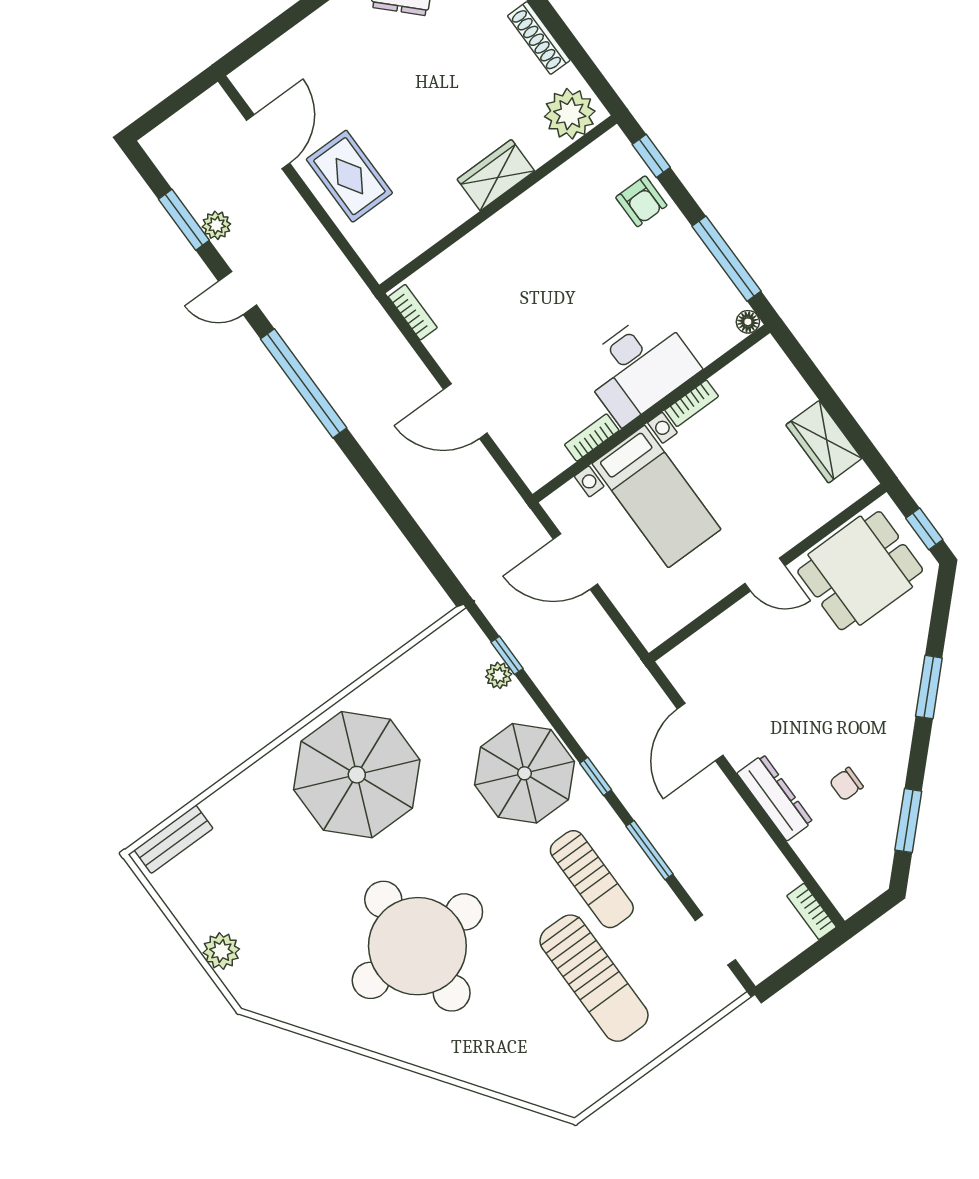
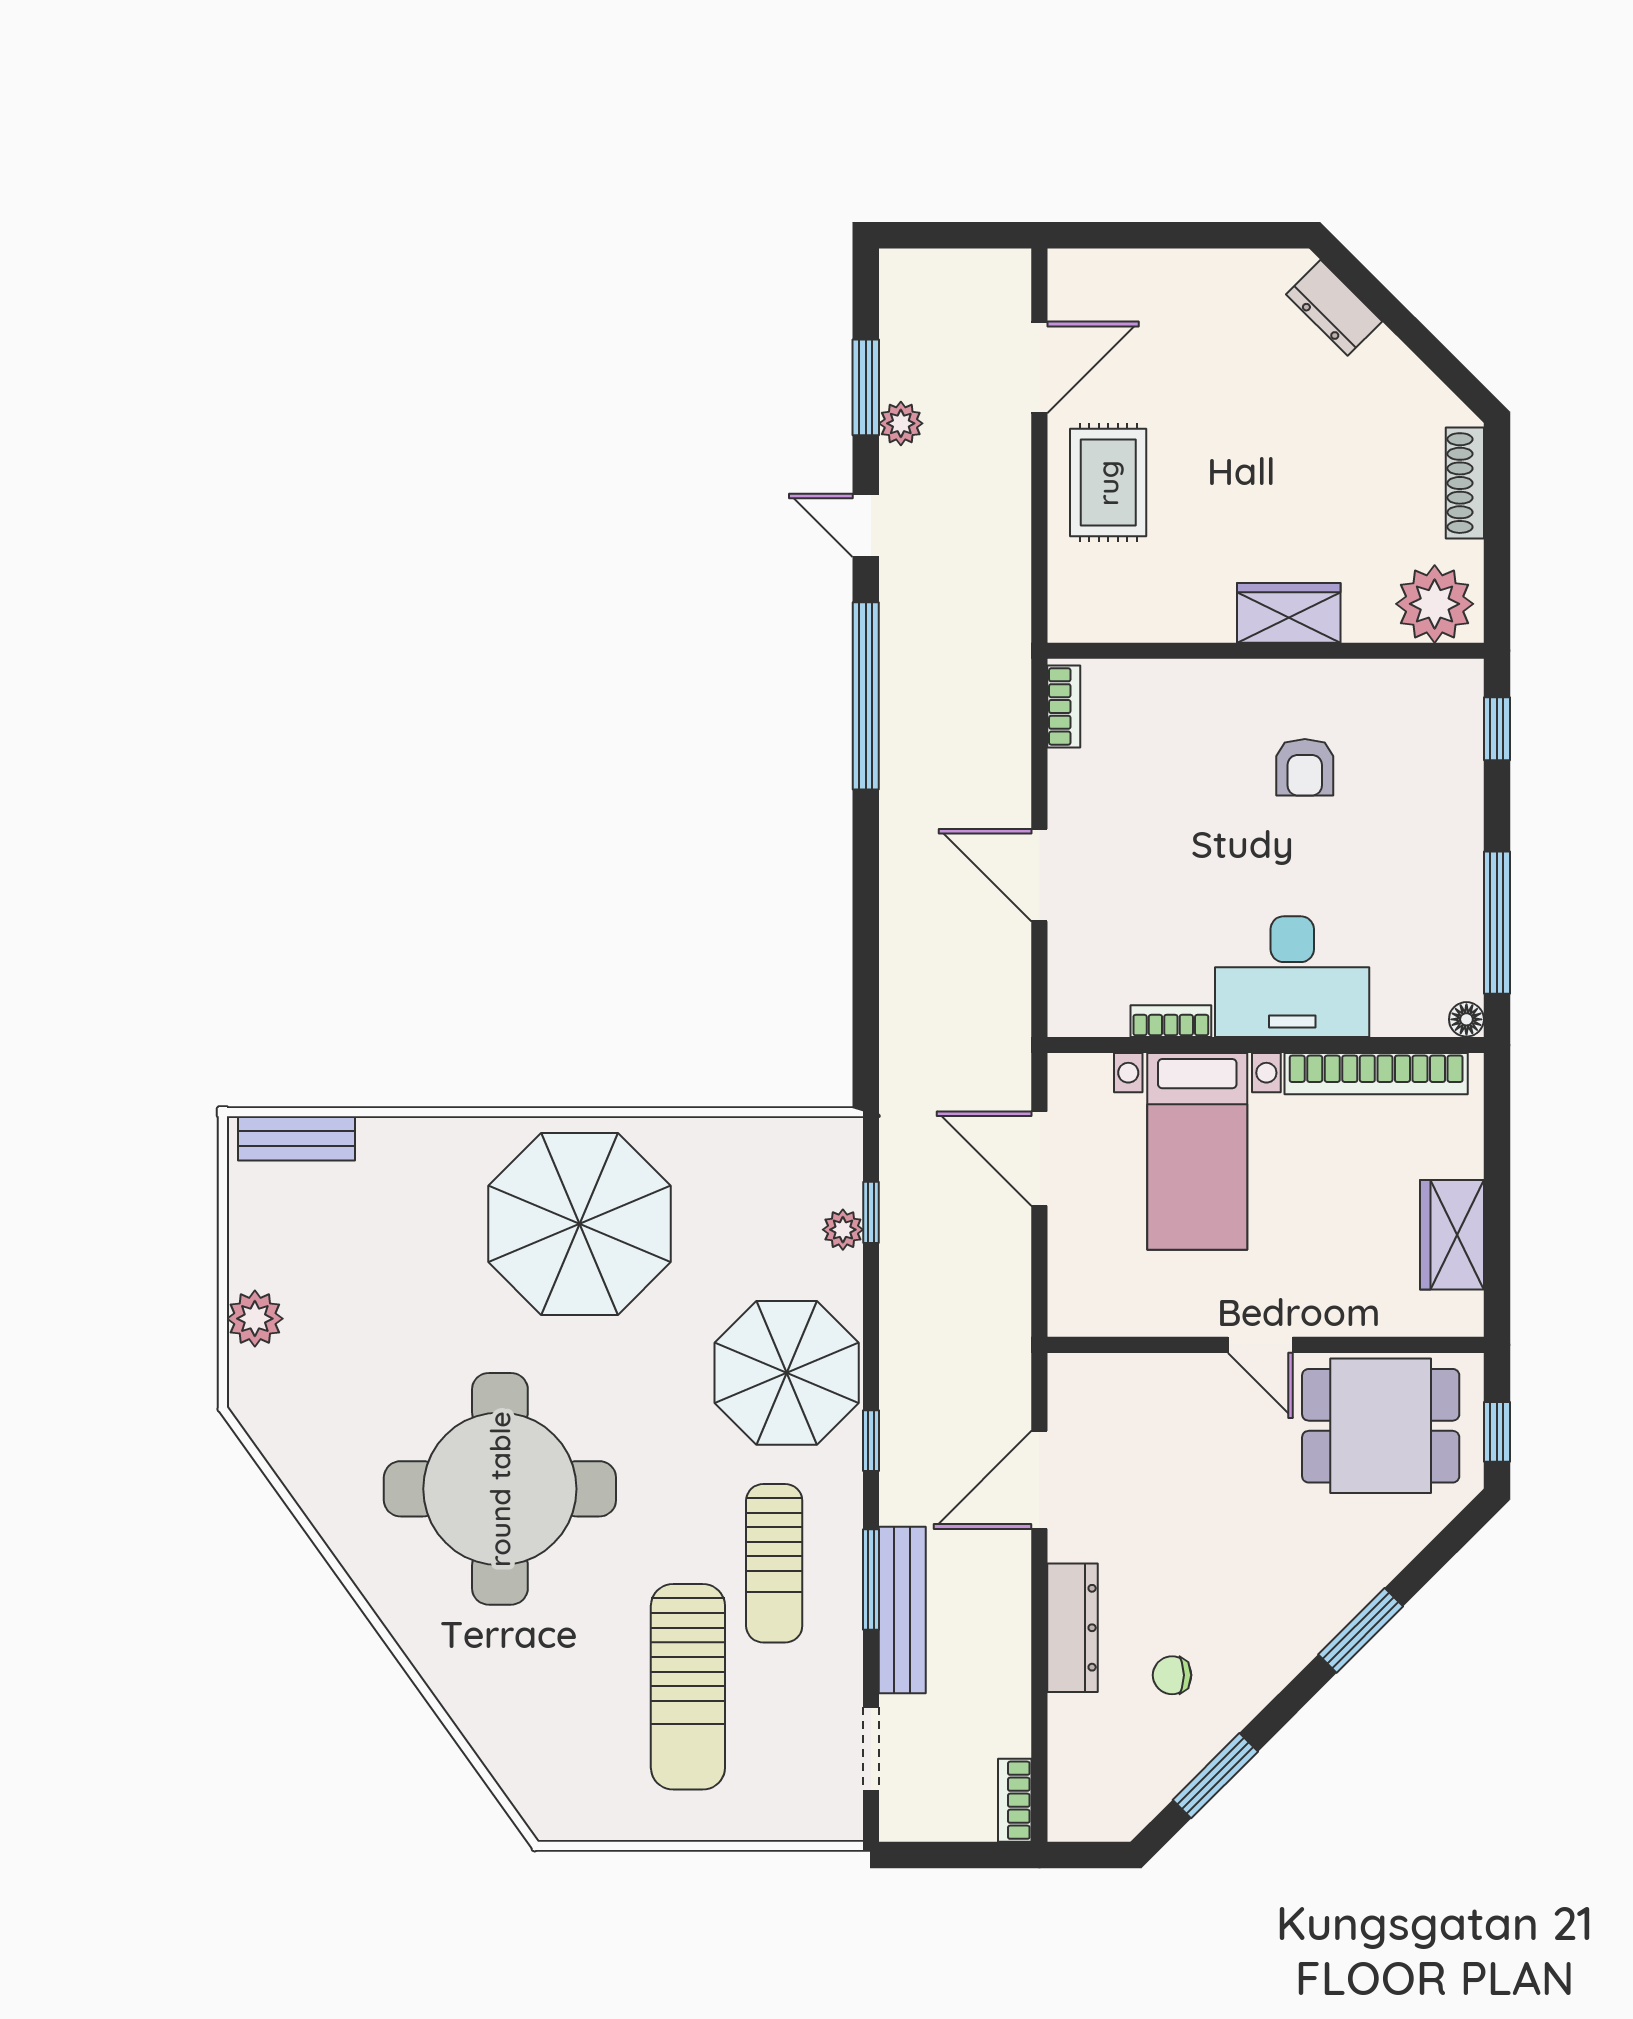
armchair: (641, 201) -> (1305, 767), moved
bookcase: (692, 403) -> (1376, 1074), width x2.31, depth x1.31
bench: (678, 854) -> (902, 1610), added

